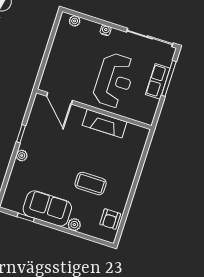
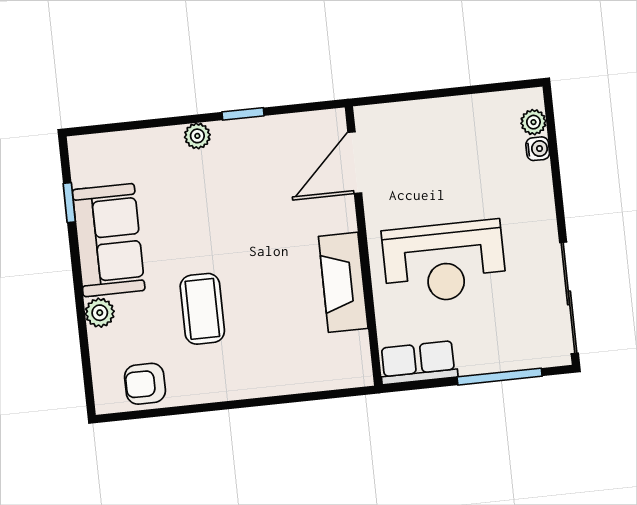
water cooler: (106, 30) -> (538, 149), moved
row of seats: (158, 81) -> (418, 363), moved

